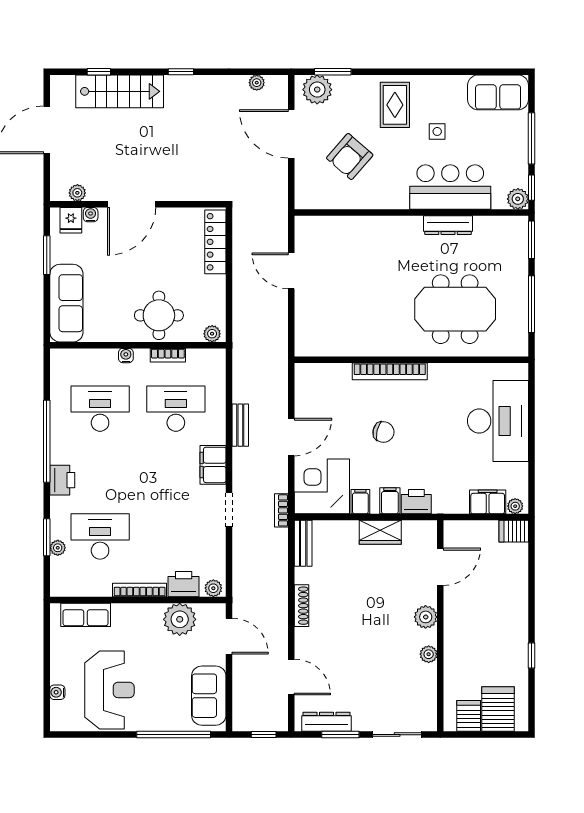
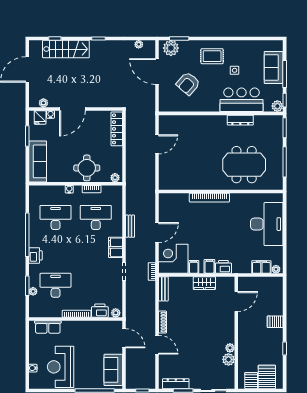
sofa: (498, 92) -> (274, 67), moved, turned 90
rug: (395, 105) -> (212, 56), turned 90
door: (291, 271) -> (157, 144), swing flipped
chair: (383, 432) -> (206, 230), removed
server rack: (514, 531) -> (275, 322), moved
plant: (426, 617) -> (228, 359), moved
plant: (180, 619) -> (98, 329), removed
door: (291, 677) -> (157, 345), moved
reception desk: (109, 690) -> (61, 367), turned 180

